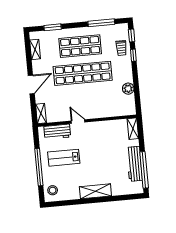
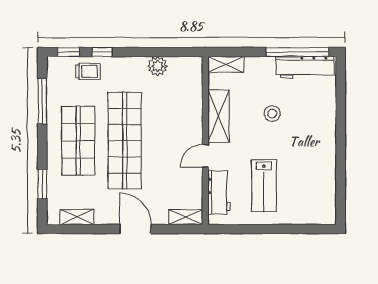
workbench: (134, 164) -> (305, 67), moved
window: (39, 167) -> (276, 229), removed
stool: (53, 190) -> (272, 114), moved
shelving: (95, 191) -> (218, 116), moved

